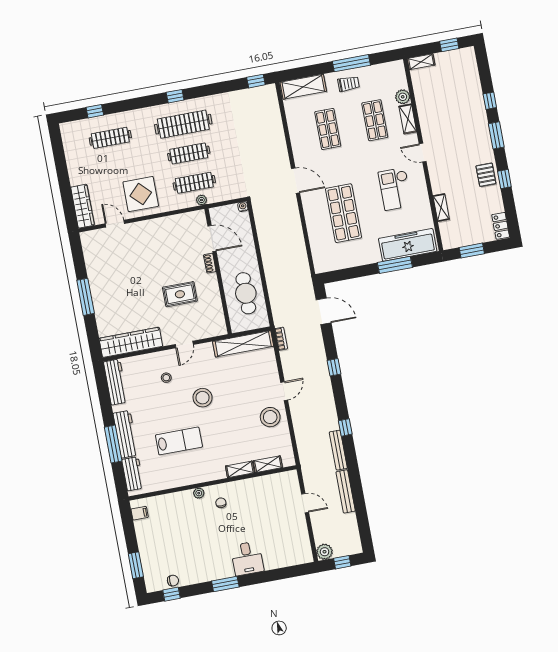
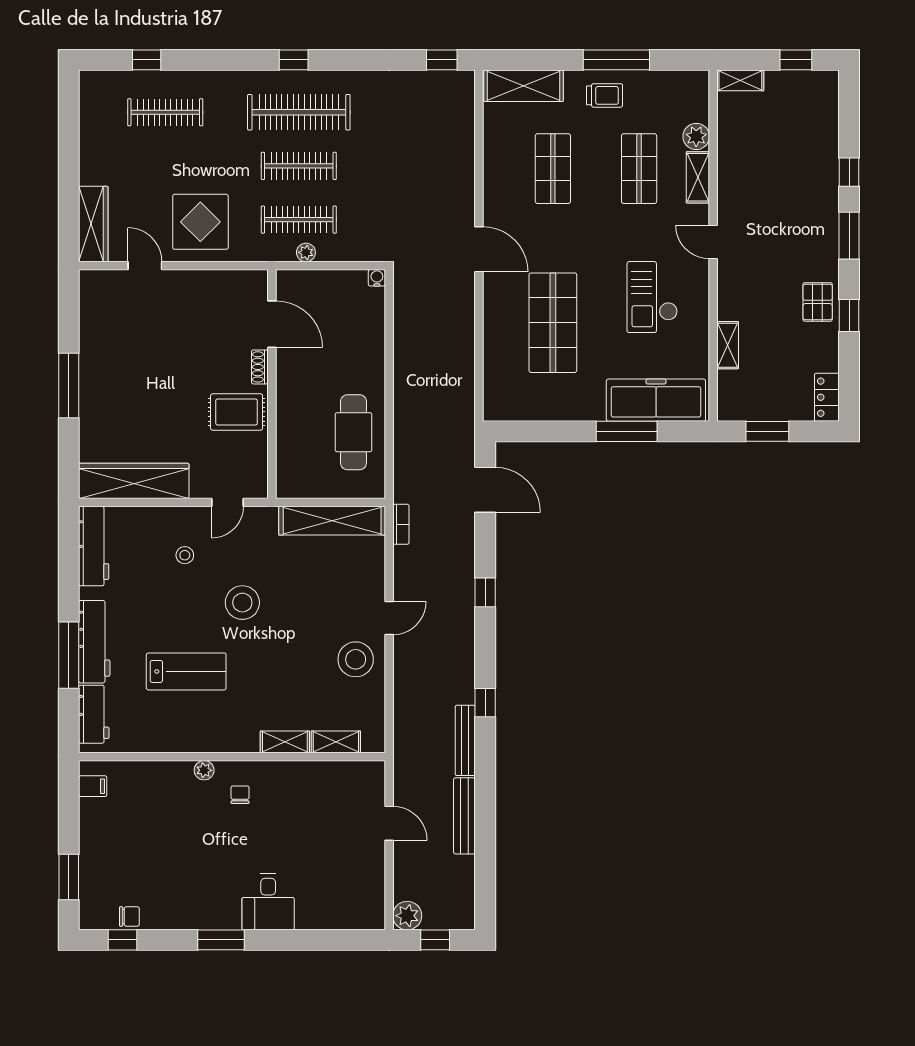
door: (212, 239) -> (272, 324), moved
shoe rack: (210, 263) -> (260, 367), moved
wall: (218, 271) -> (272, 384), moved

